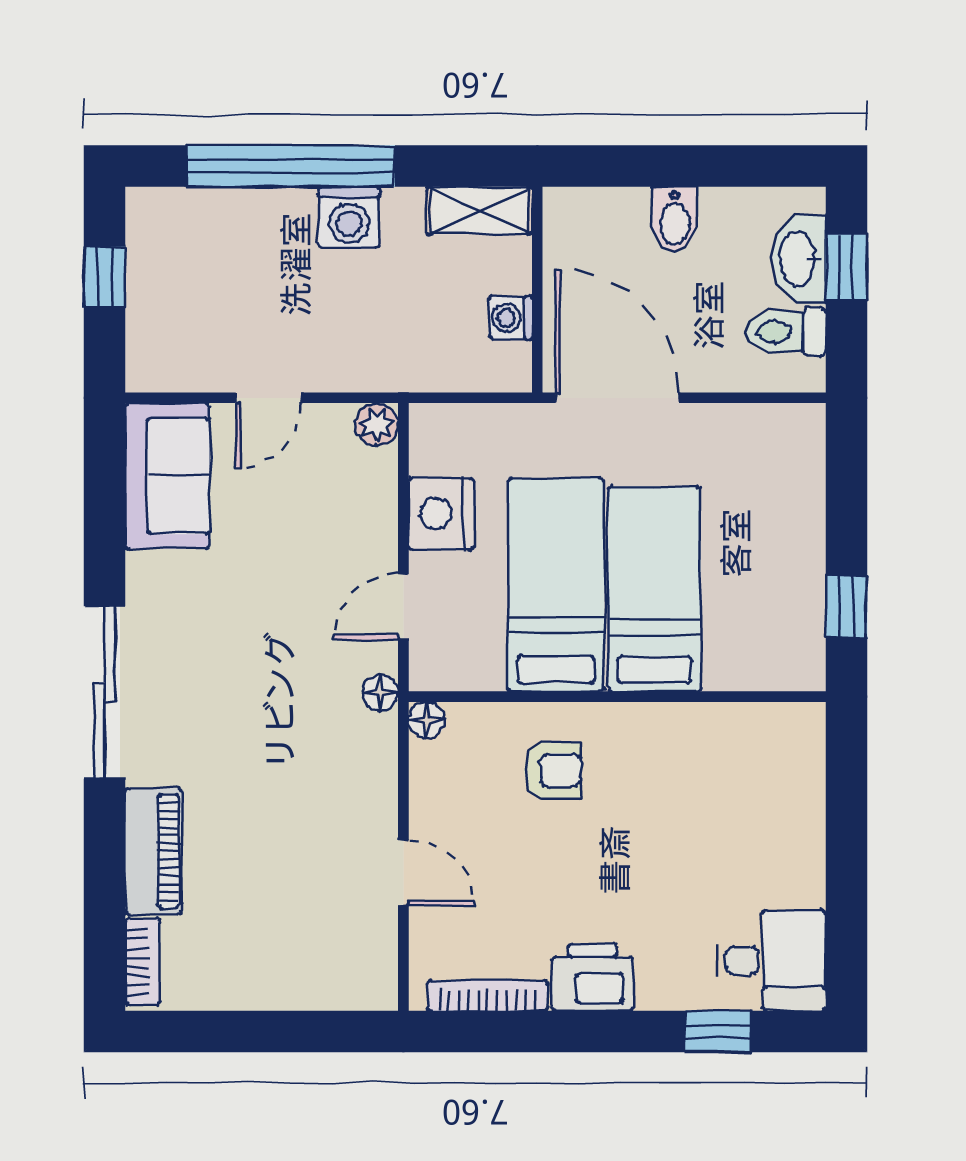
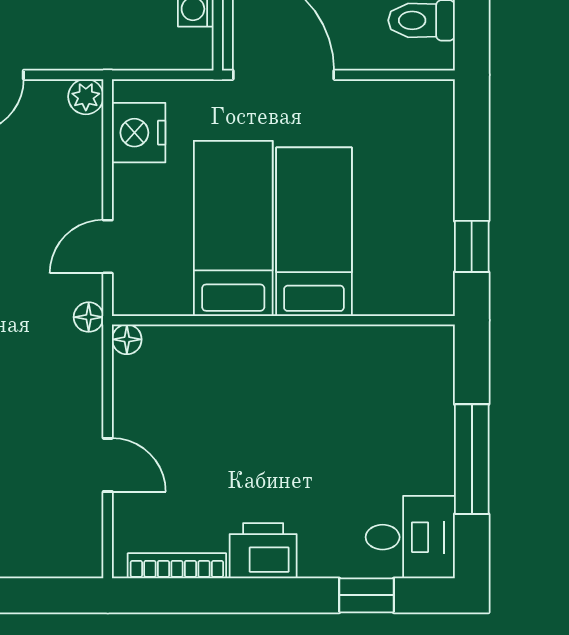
nightstand: (441, 514) -> (139, 133), moved
armchair: (553, 771) -> (230, 381), removed
window: (846, 866) -> (472, 459), added

